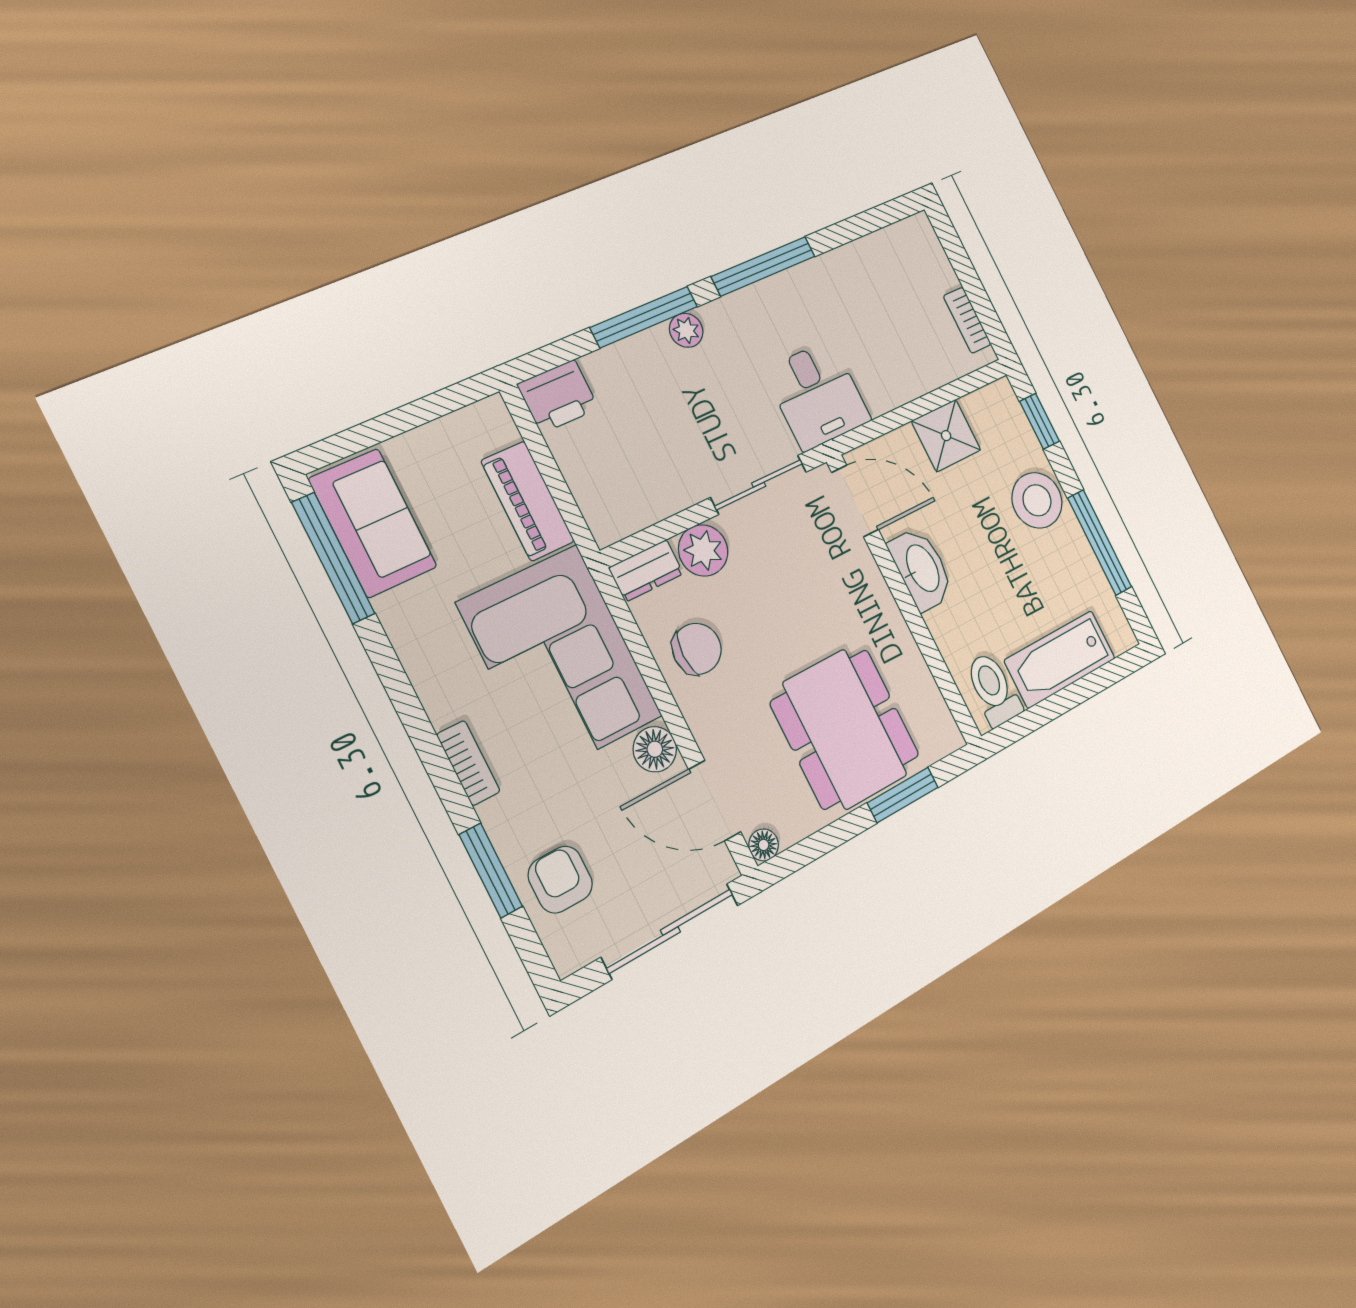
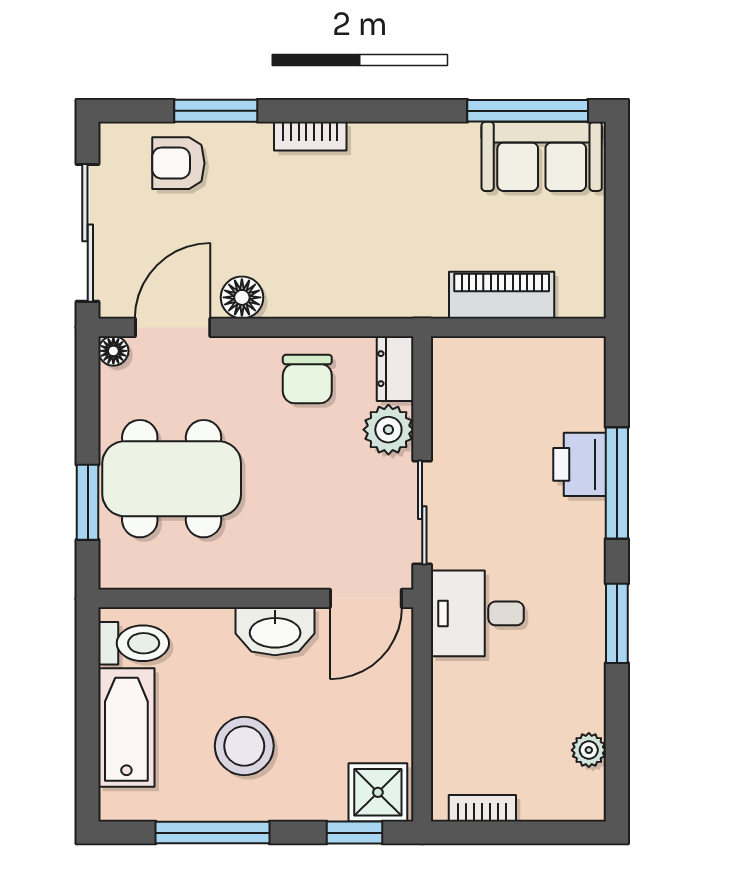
window: (763, 266) -> (617, 623), width x0.69
plant: (686, 330) -> (589, 750), moved
printer: (558, 396) -> (580, 464), moved
shower: (946, 436) -> (378, 792), moved
stool: (1037, 500) -> (244, 746), moved
corner sofa: (560, 660) -> (356, 255), removed
armchair: (560, 880) -> (178, 163), turned 180

